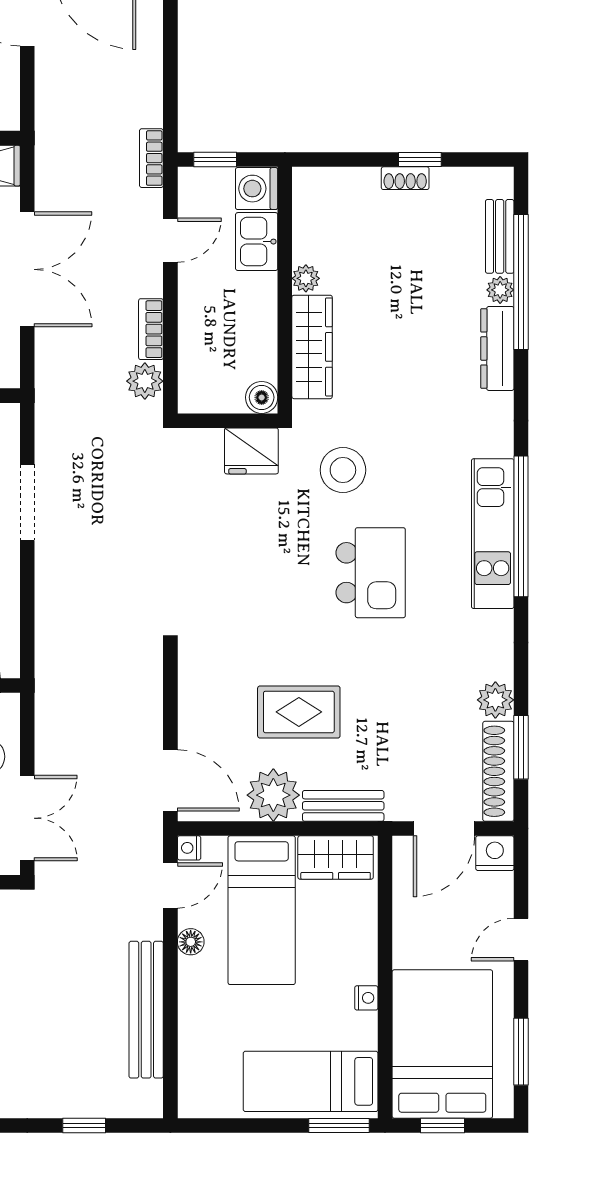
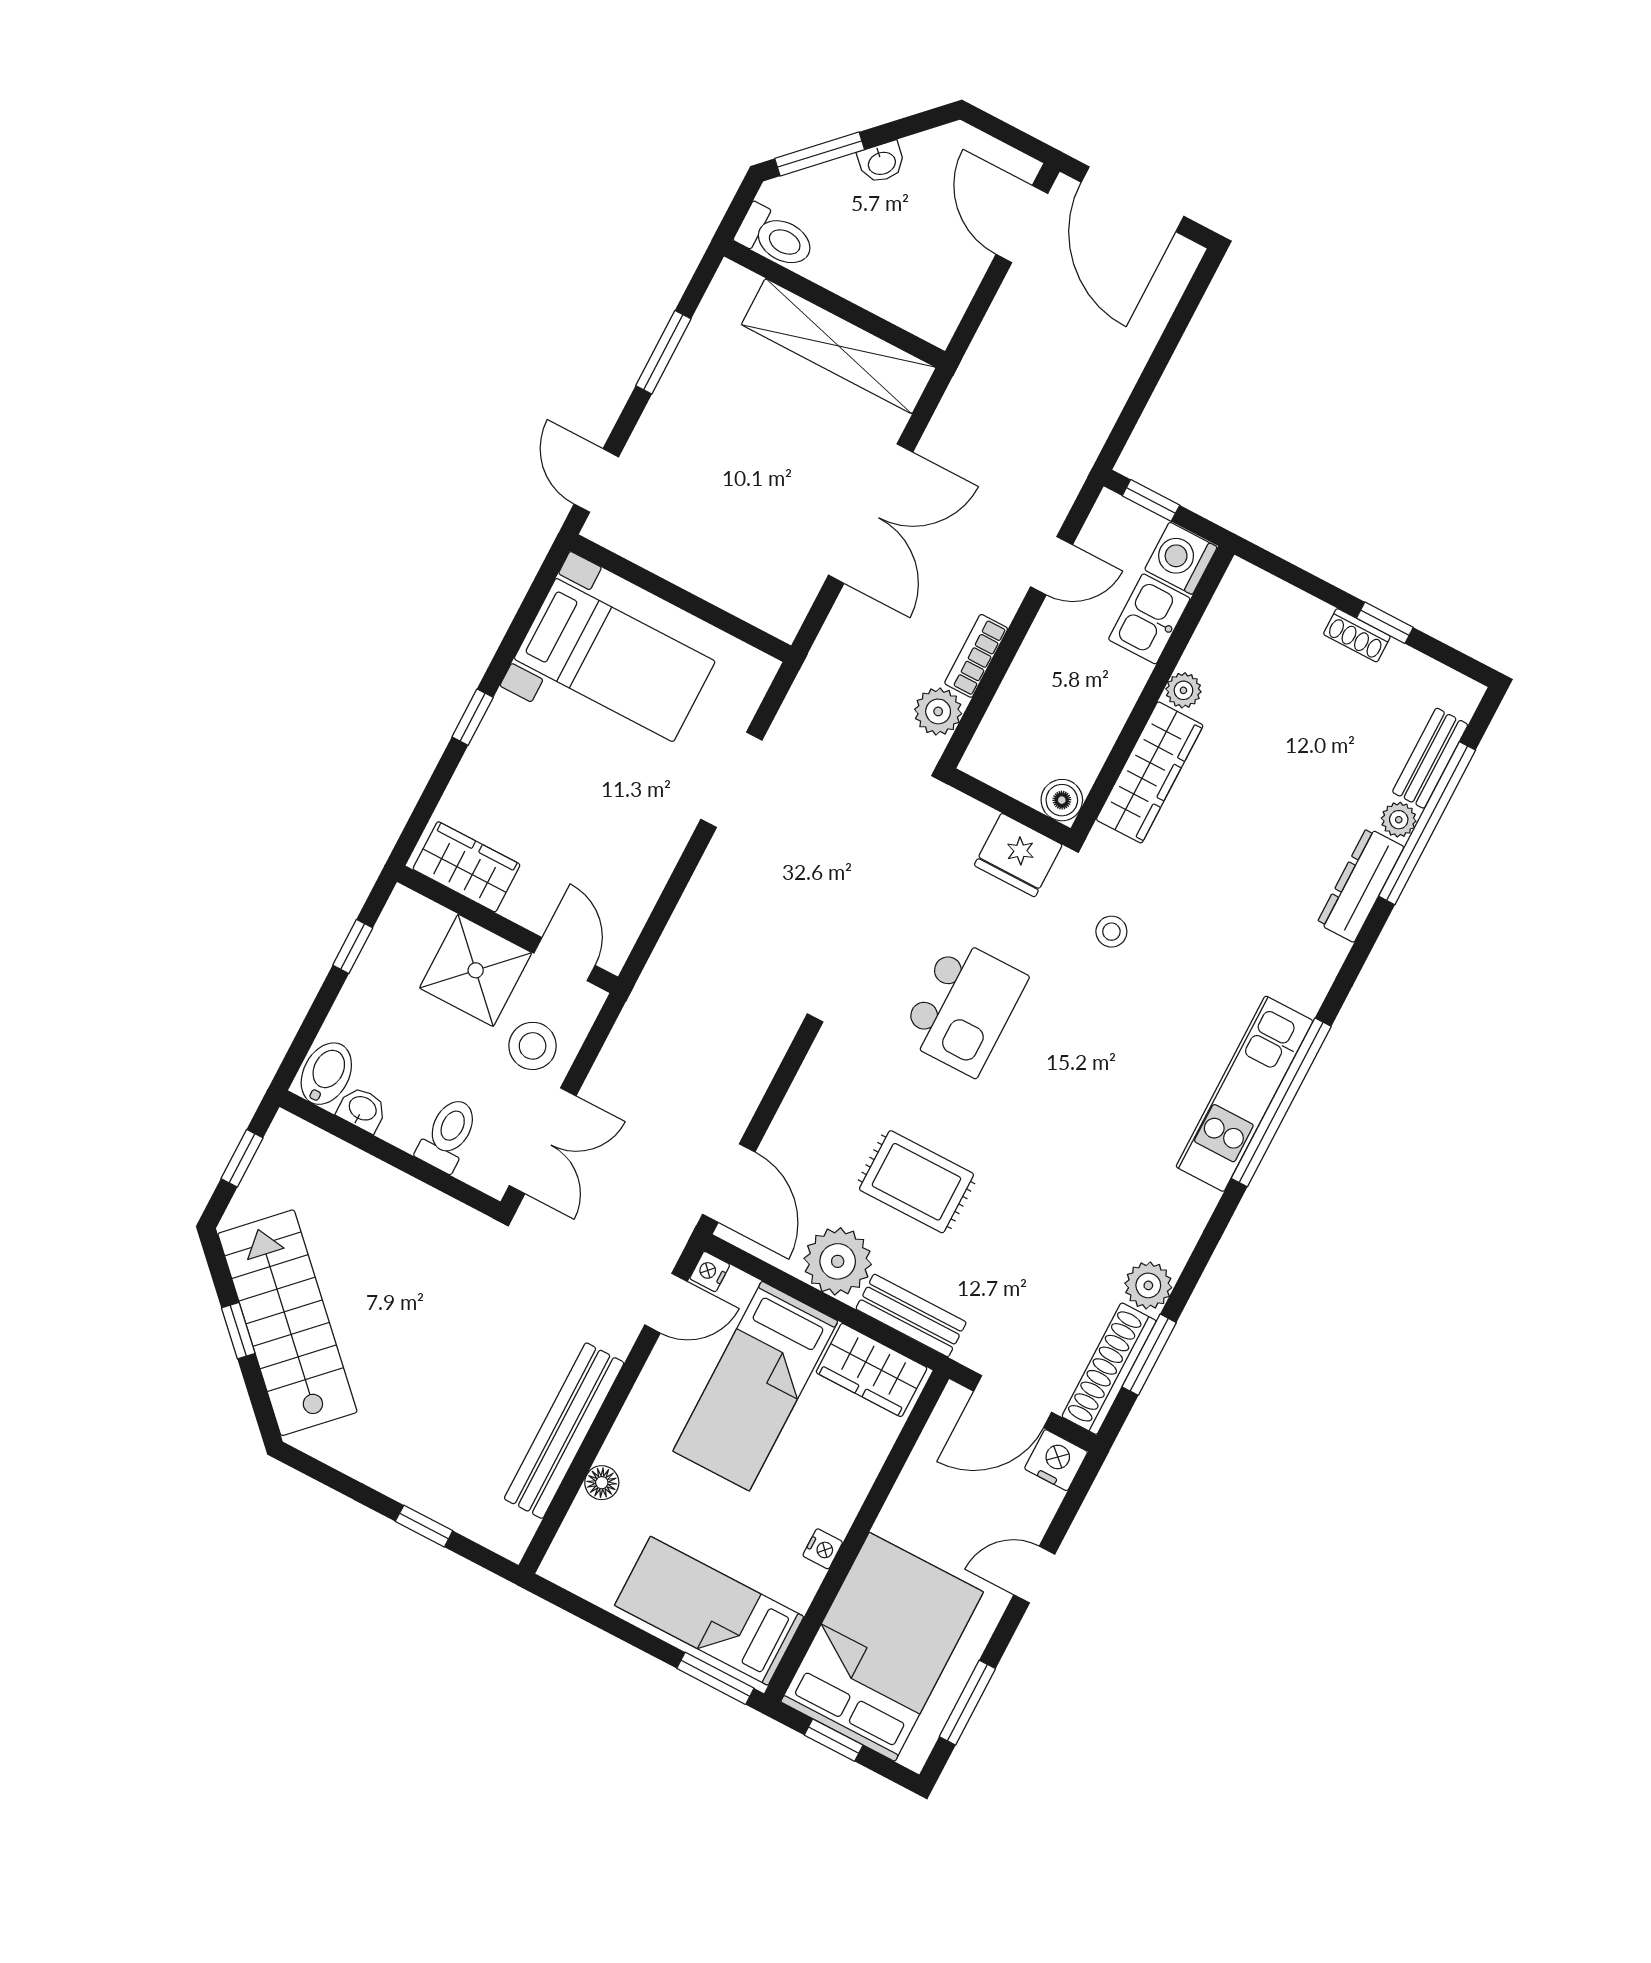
bookcase: (151, 158) -> (1079, 461), removed
stool: (343, 470) -> (1111, 932), width x0.53, depth x0.53
kitchen island: (371, 573) -> (964, 1007), moved
floor lamp: (191, 942) -> (602, 1483), moved

